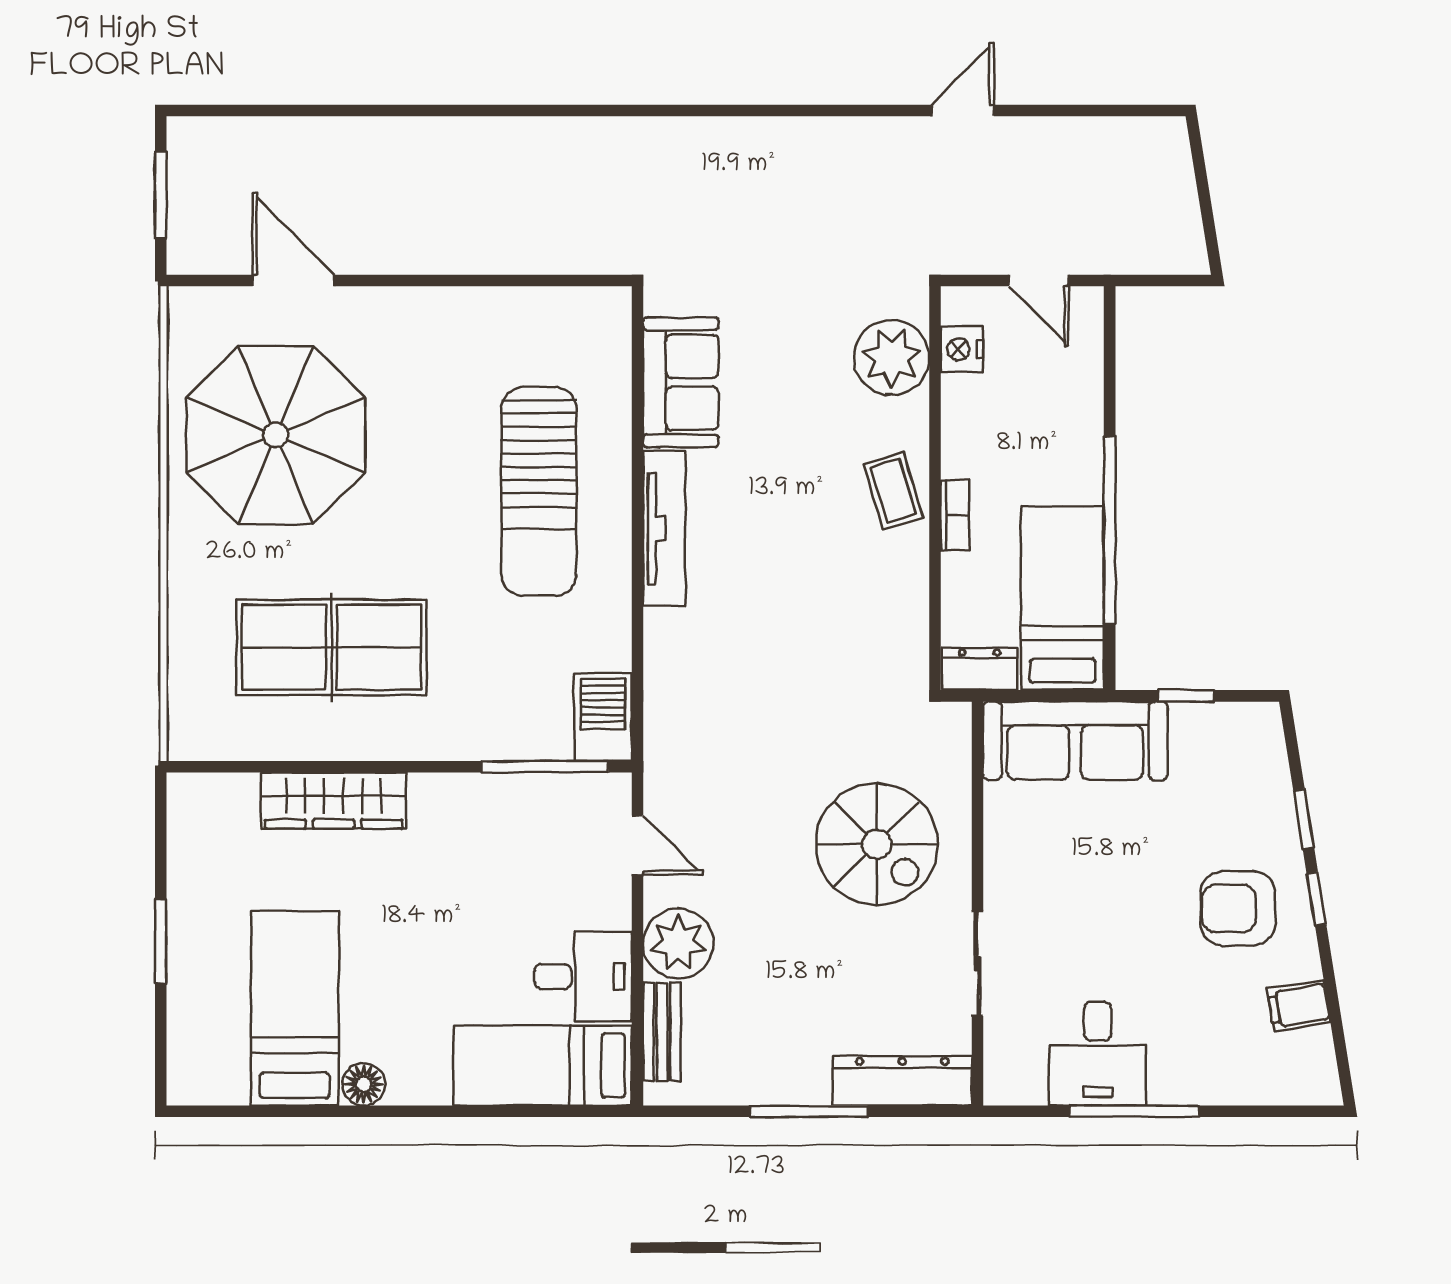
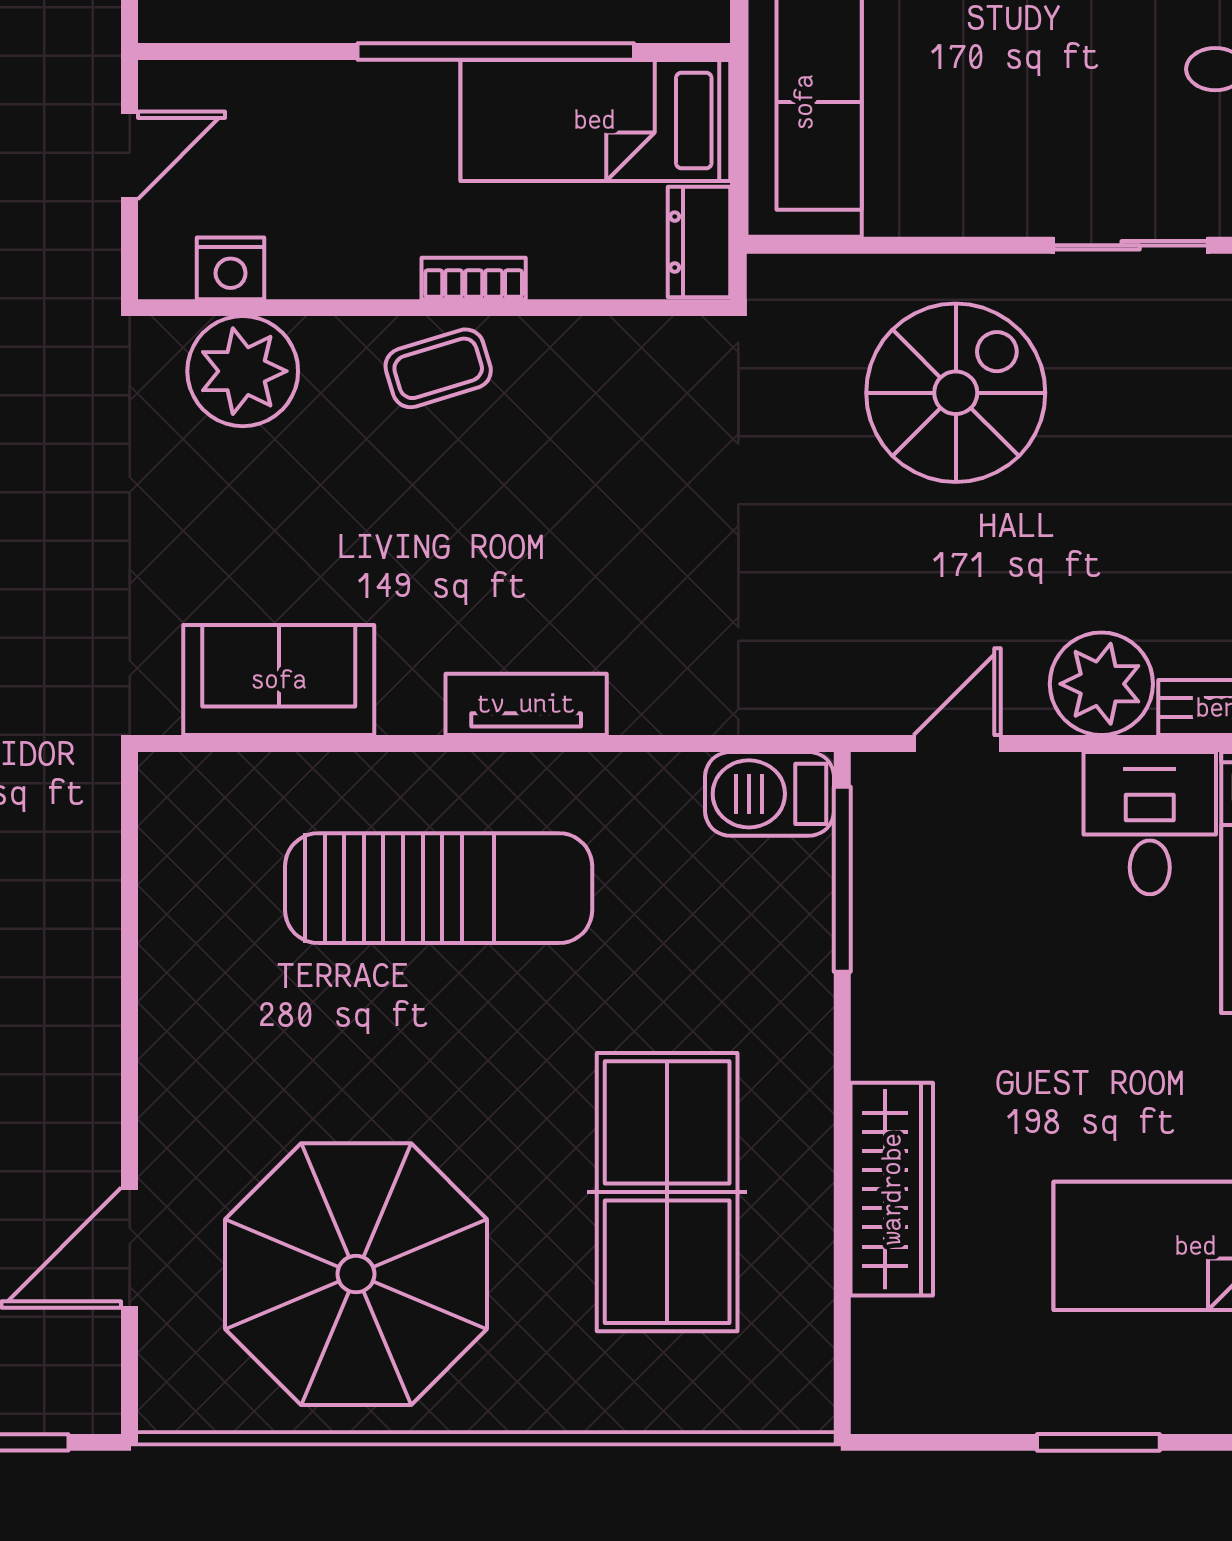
tv unit: (664, 529) -> (526, 704), width x0.71

